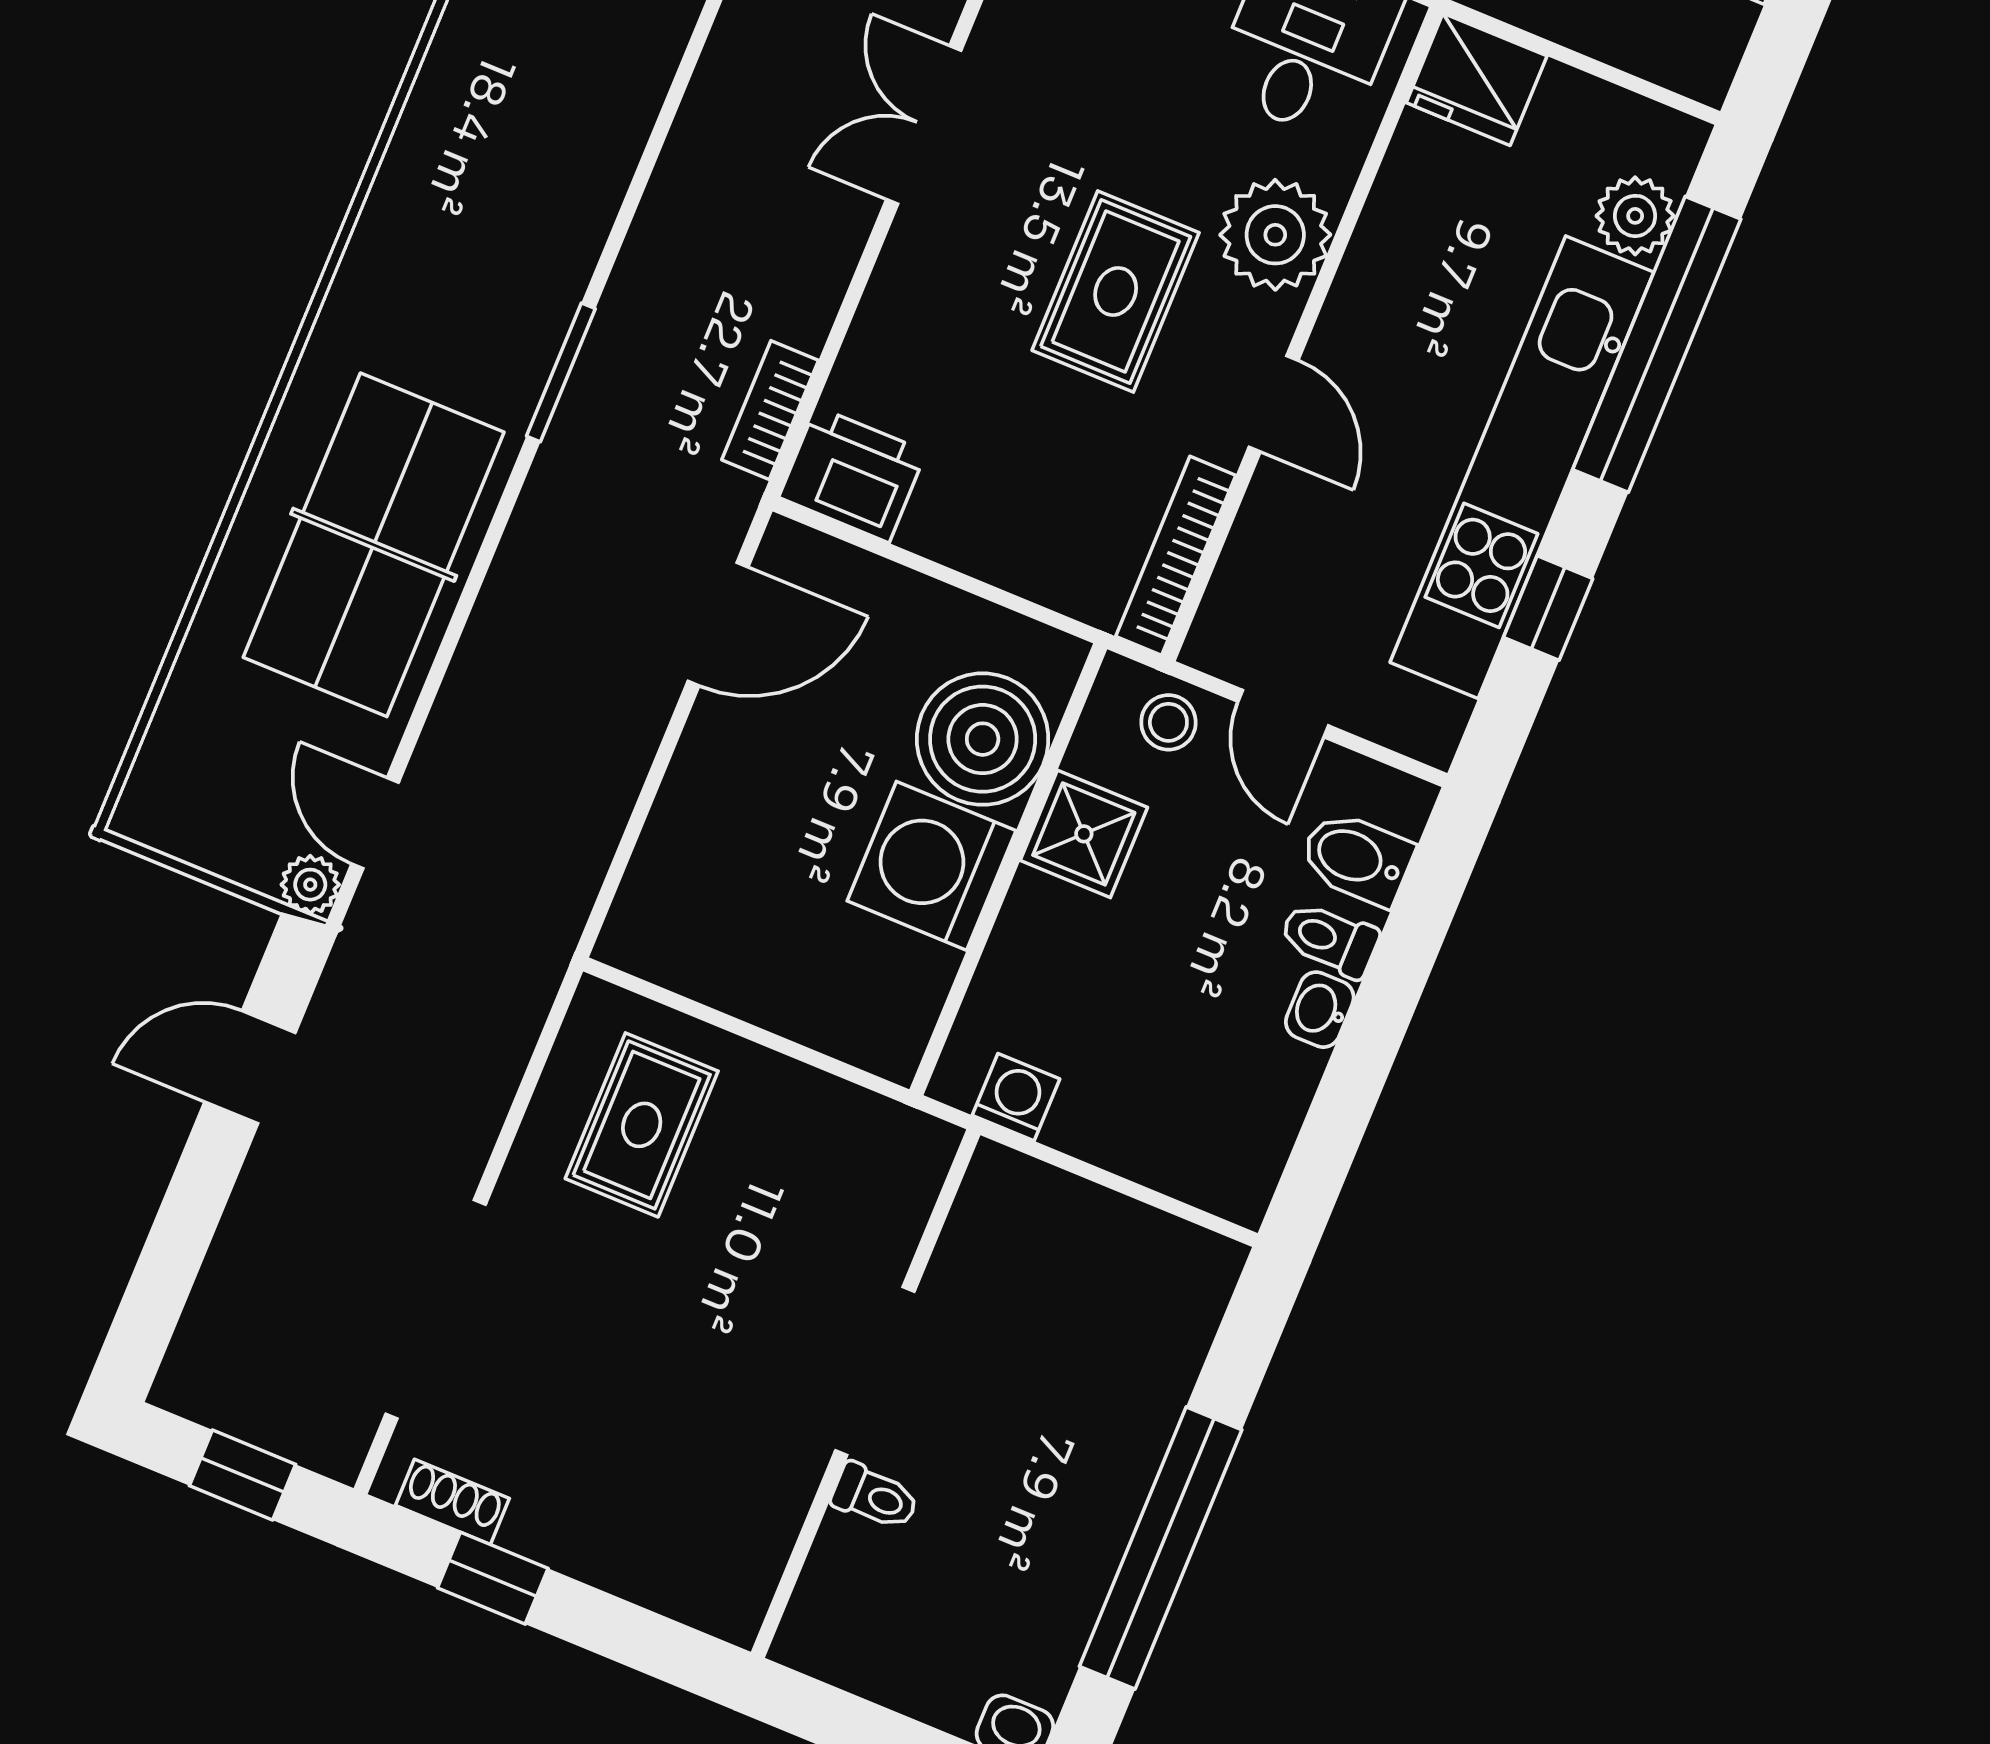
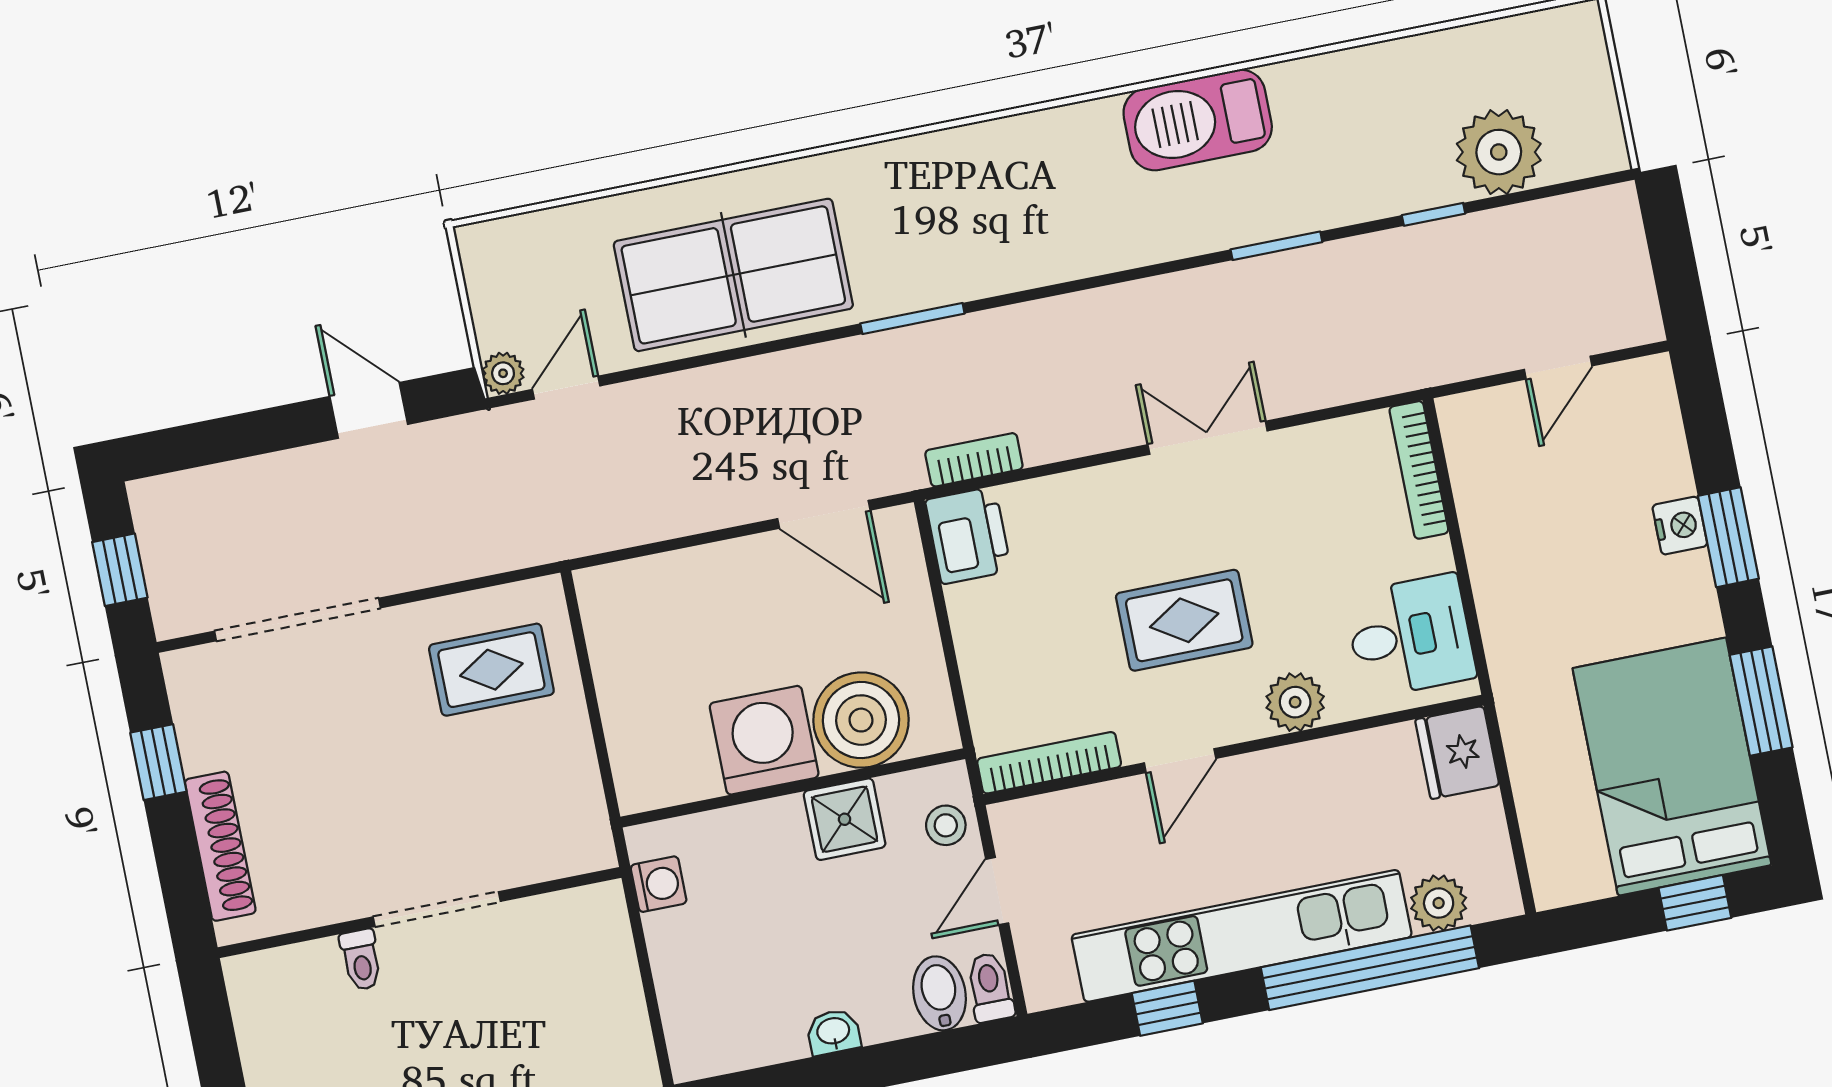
plant: (1275, 235) -> (1295, 702), width x0.73, depth x0.73
toilet: (1329, 939) -> (990, 987), moved
shoe rack: (452, 1502) -> (220, 846), moved, width x1.94, depth x1.24

